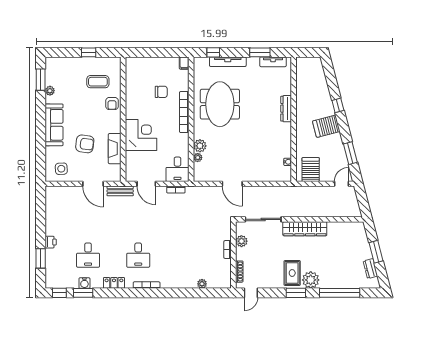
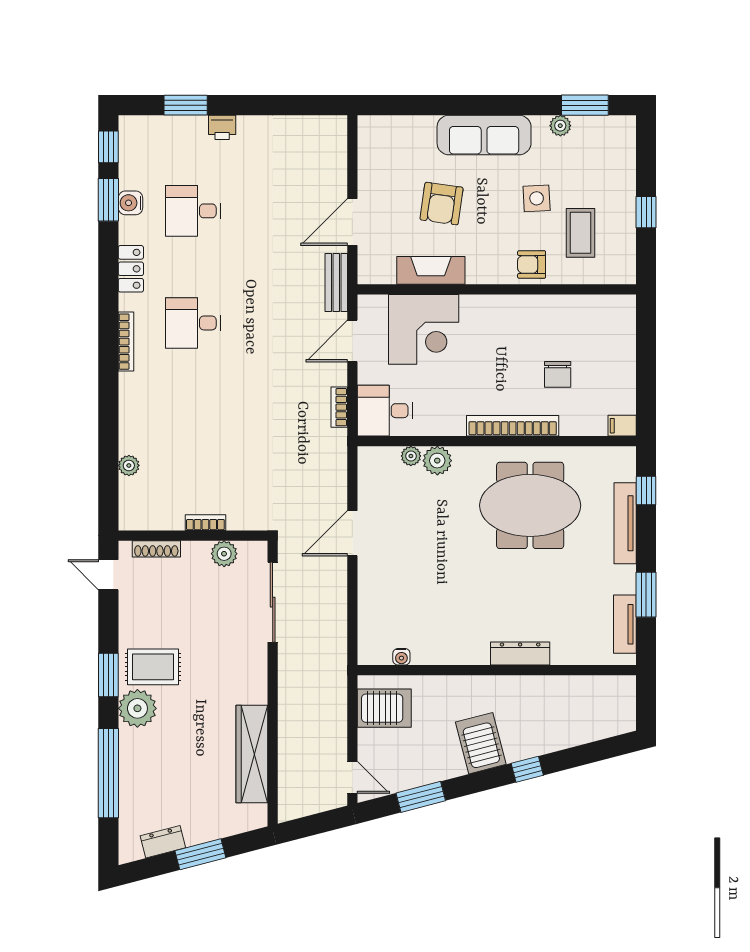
corner desk: (141, 135) -> (424, 329), moved
side table: (61, 169) -> (537, 198), moved
wardrobe: (305, 229) -> (252, 754), moved

